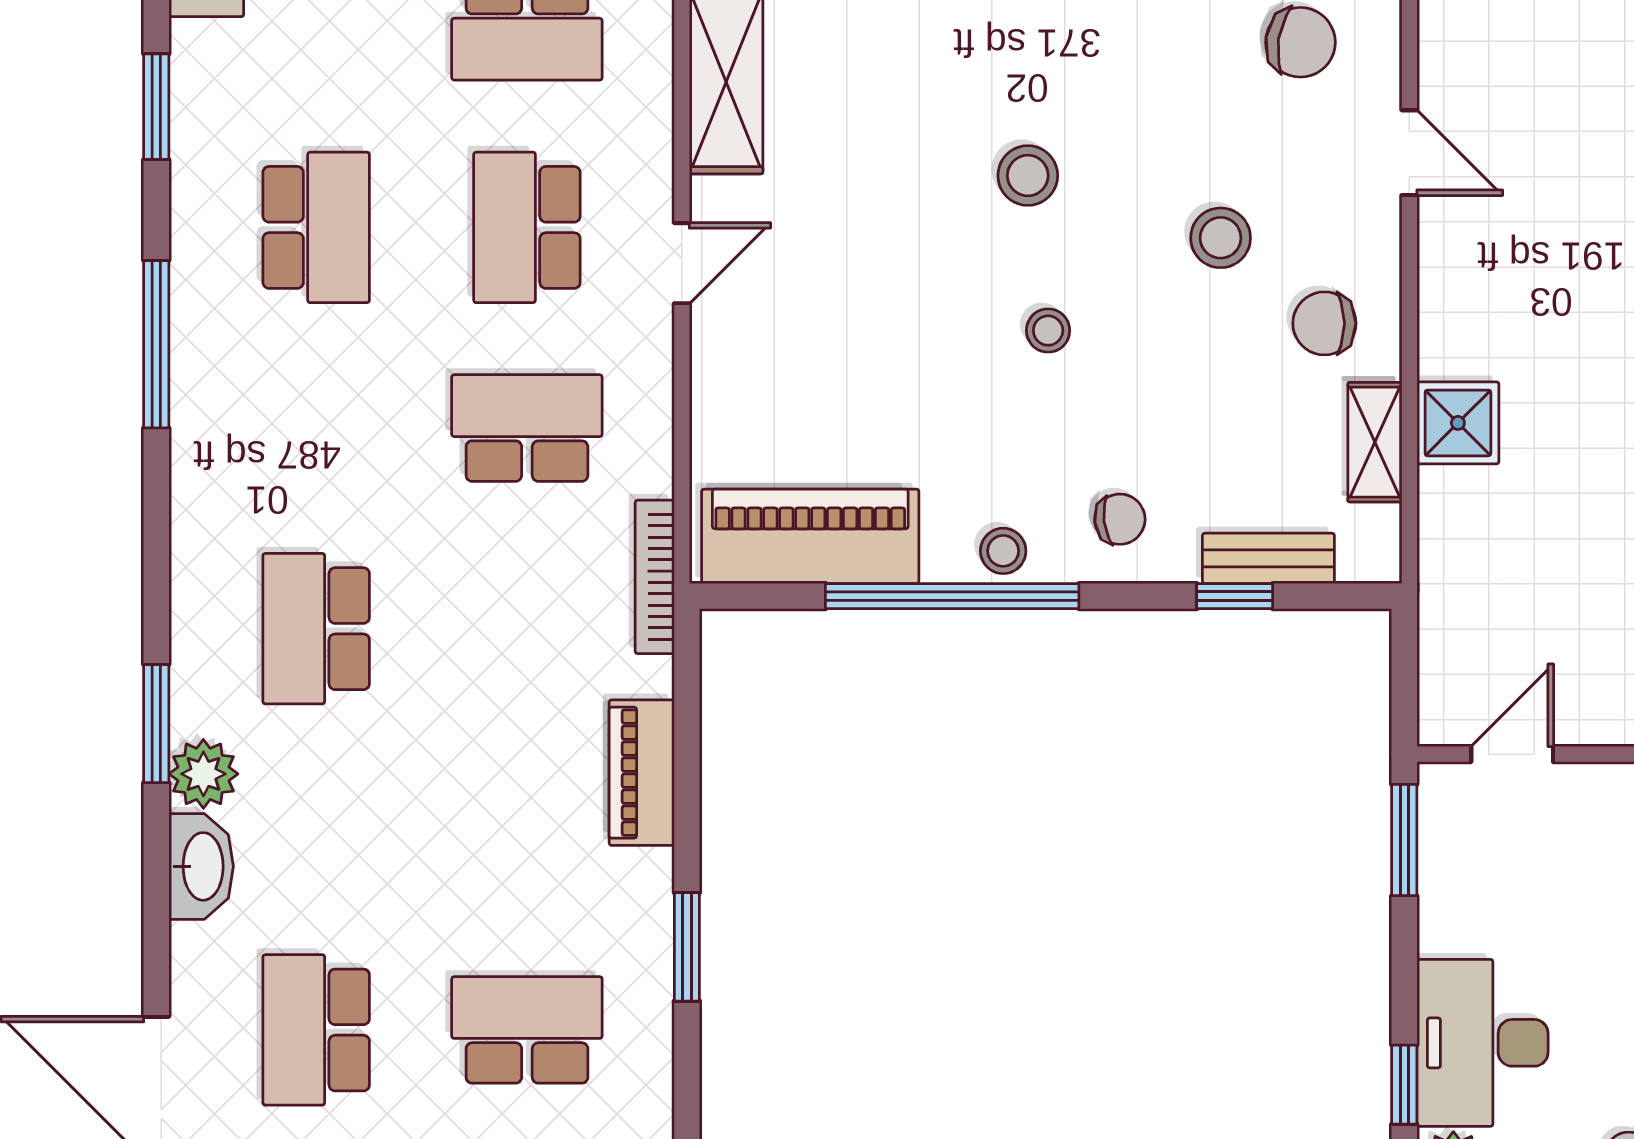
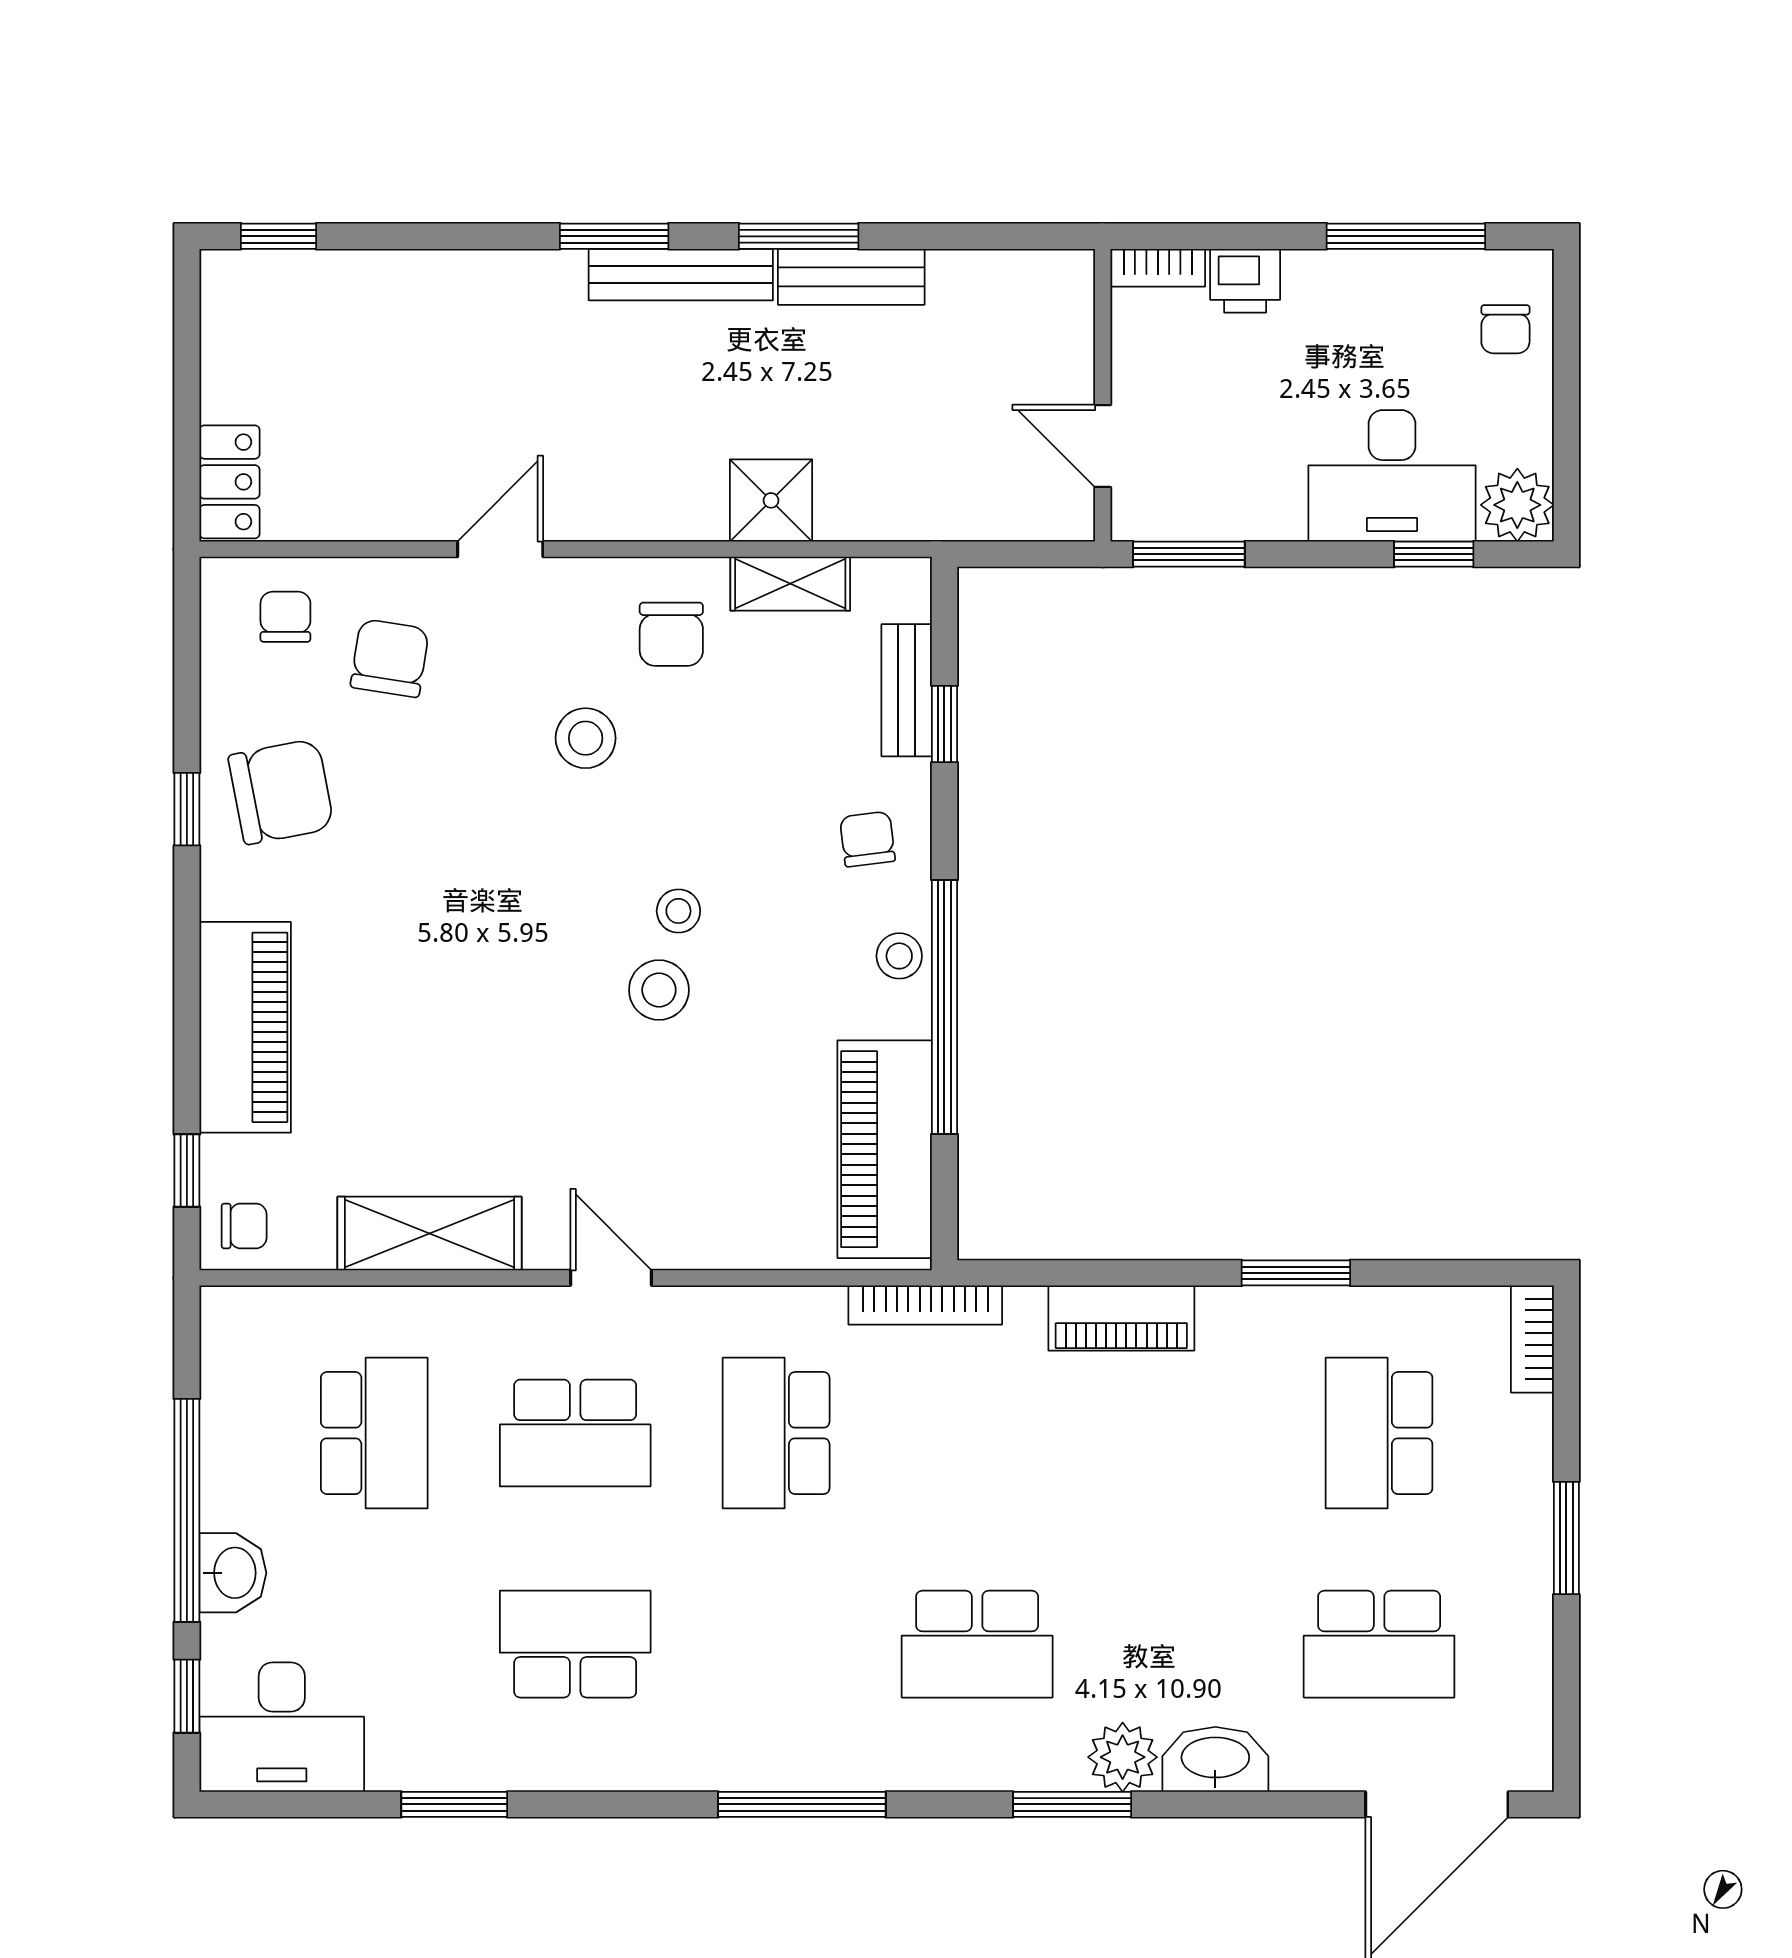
stool: (1028, 176) -> (659, 990), moved
window: (156, 344) -> (802, 1804), moved

